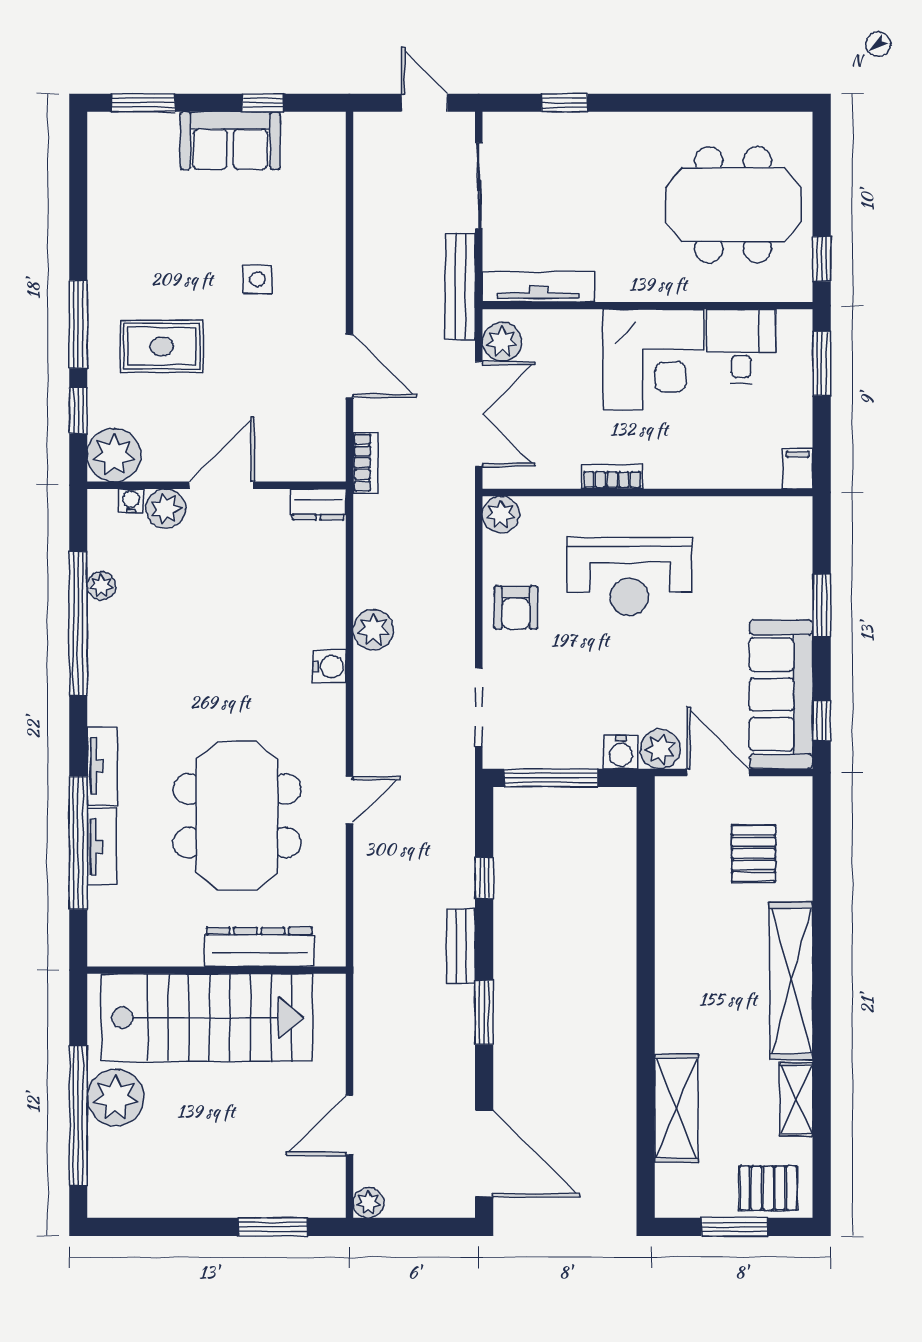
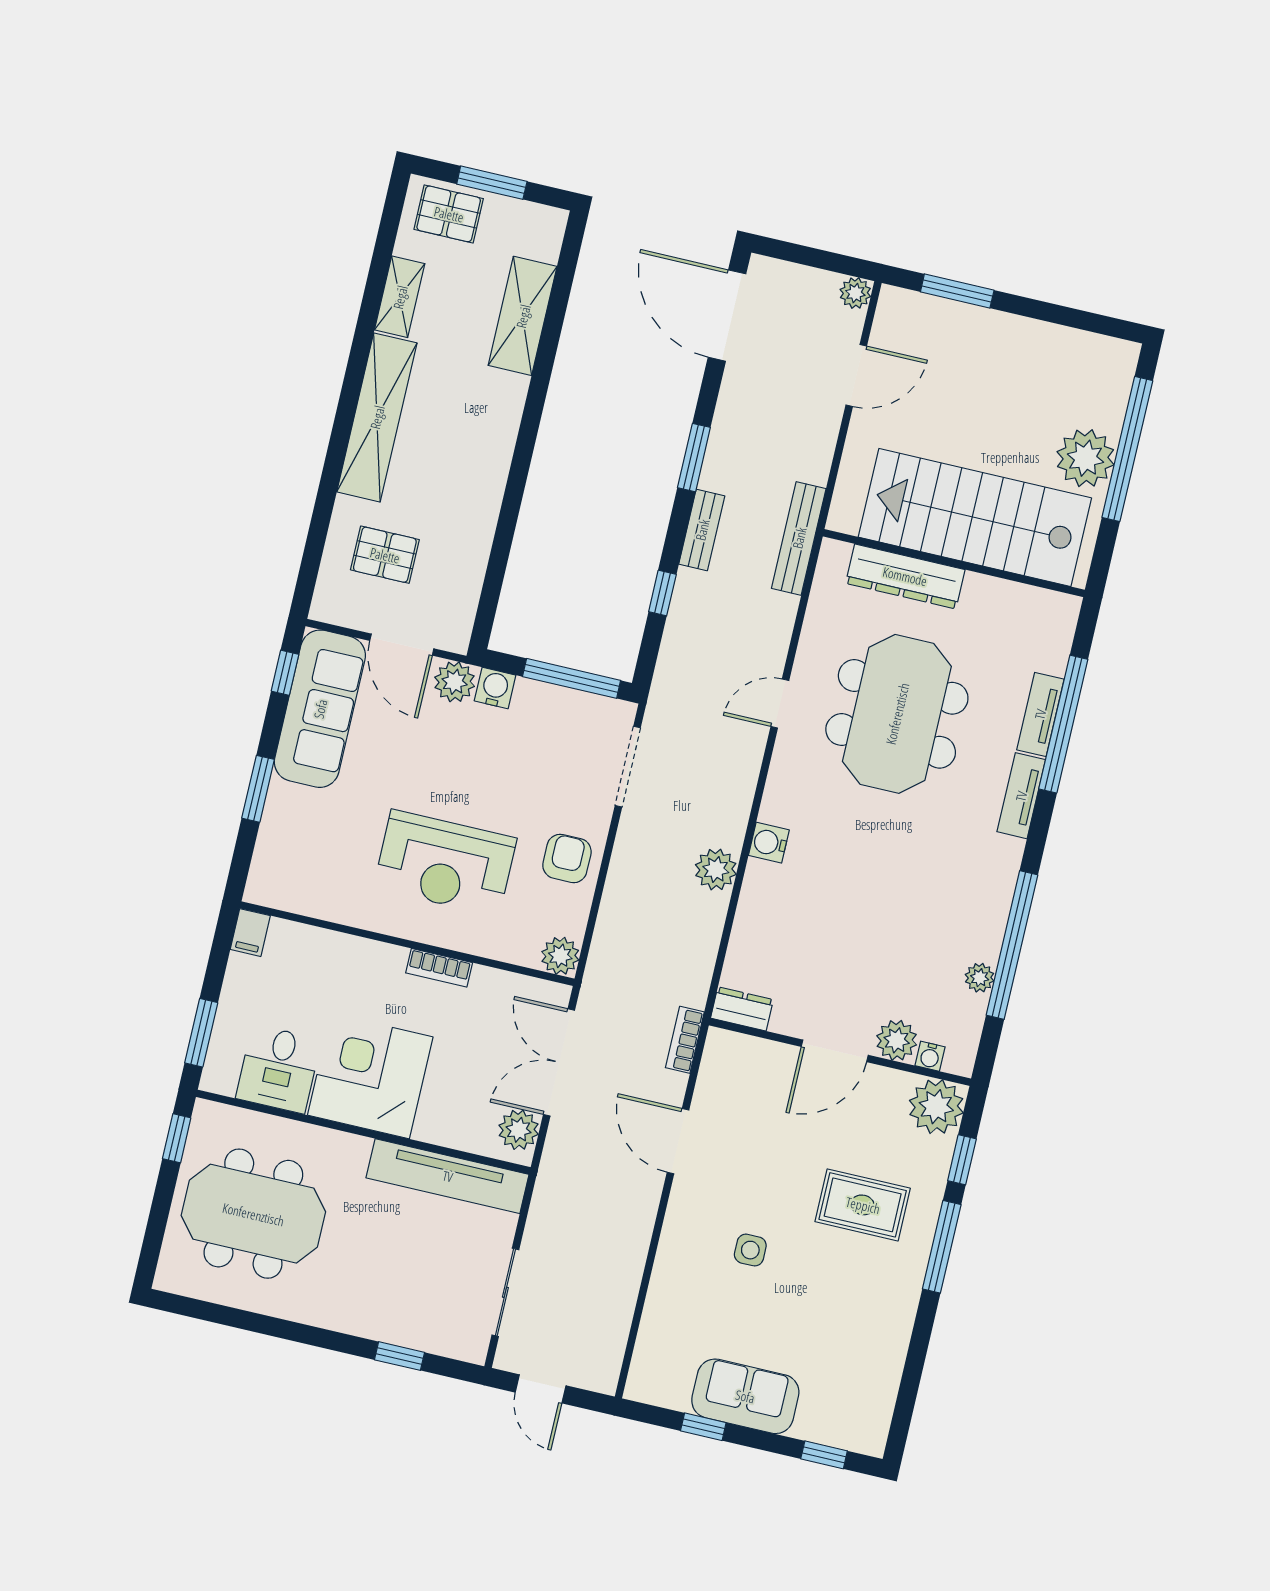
window: (143, 103) -> (824, 1455), width x0.67
bench: (460, 287) -> (799, 538), moved
tv unit: (538, 287) -> (448, 1176), width x1.36, depth x1.29
reception desk: (629, 577) -> (445, 863), turned 180
pallet: (754, 854) -> (385, 555), turned 90

